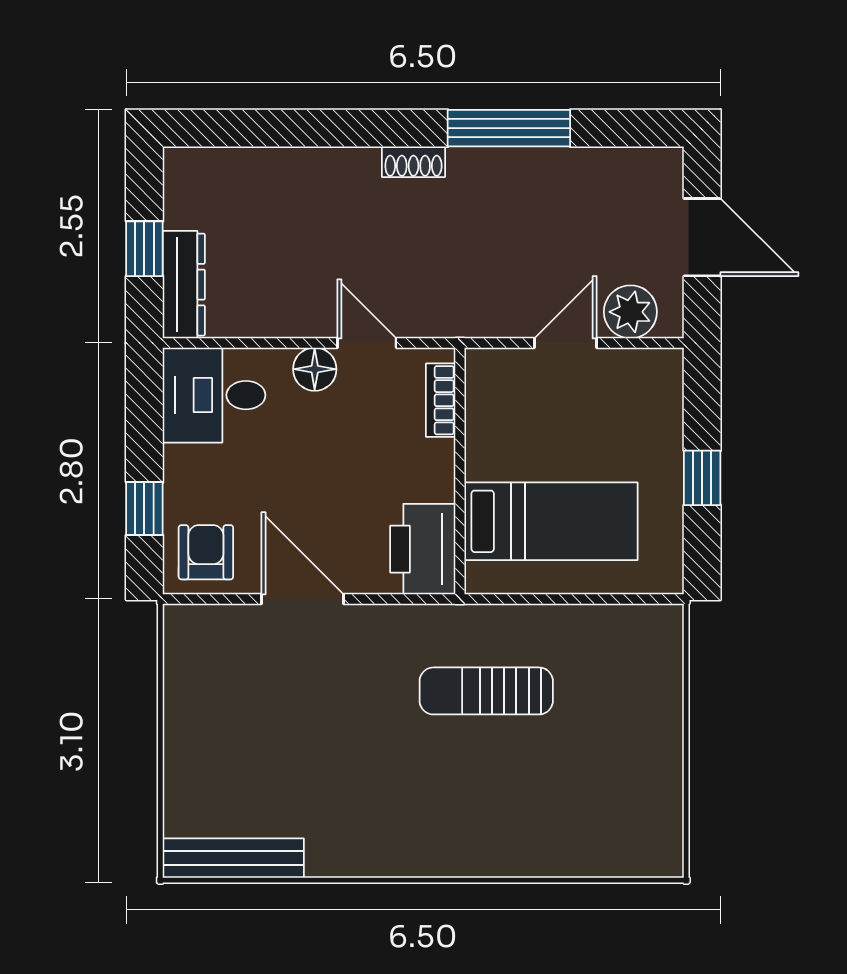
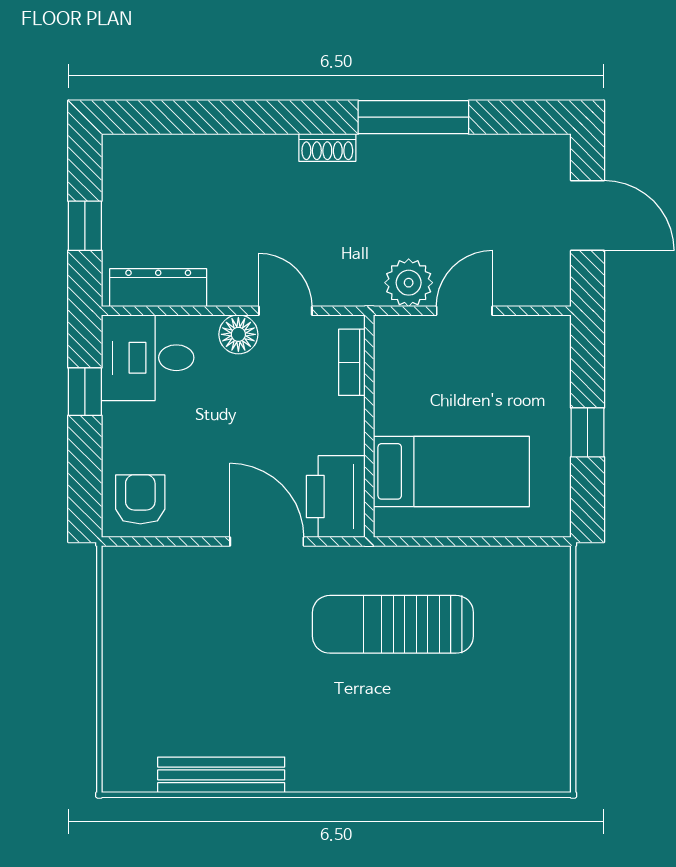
dresser: (184, 285) -> (158, 288), moved, turned -90
plant: (630, 312) -> (409, 283), moved
window: (144, 509) -> (85, 392), moved
door: (303, 599) -> (267, 541), moved
sun lounger: (486, 691) -> (393, 624), width x1.36, depth x1.34
bench: (233, 858) -> (221, 775), moved

